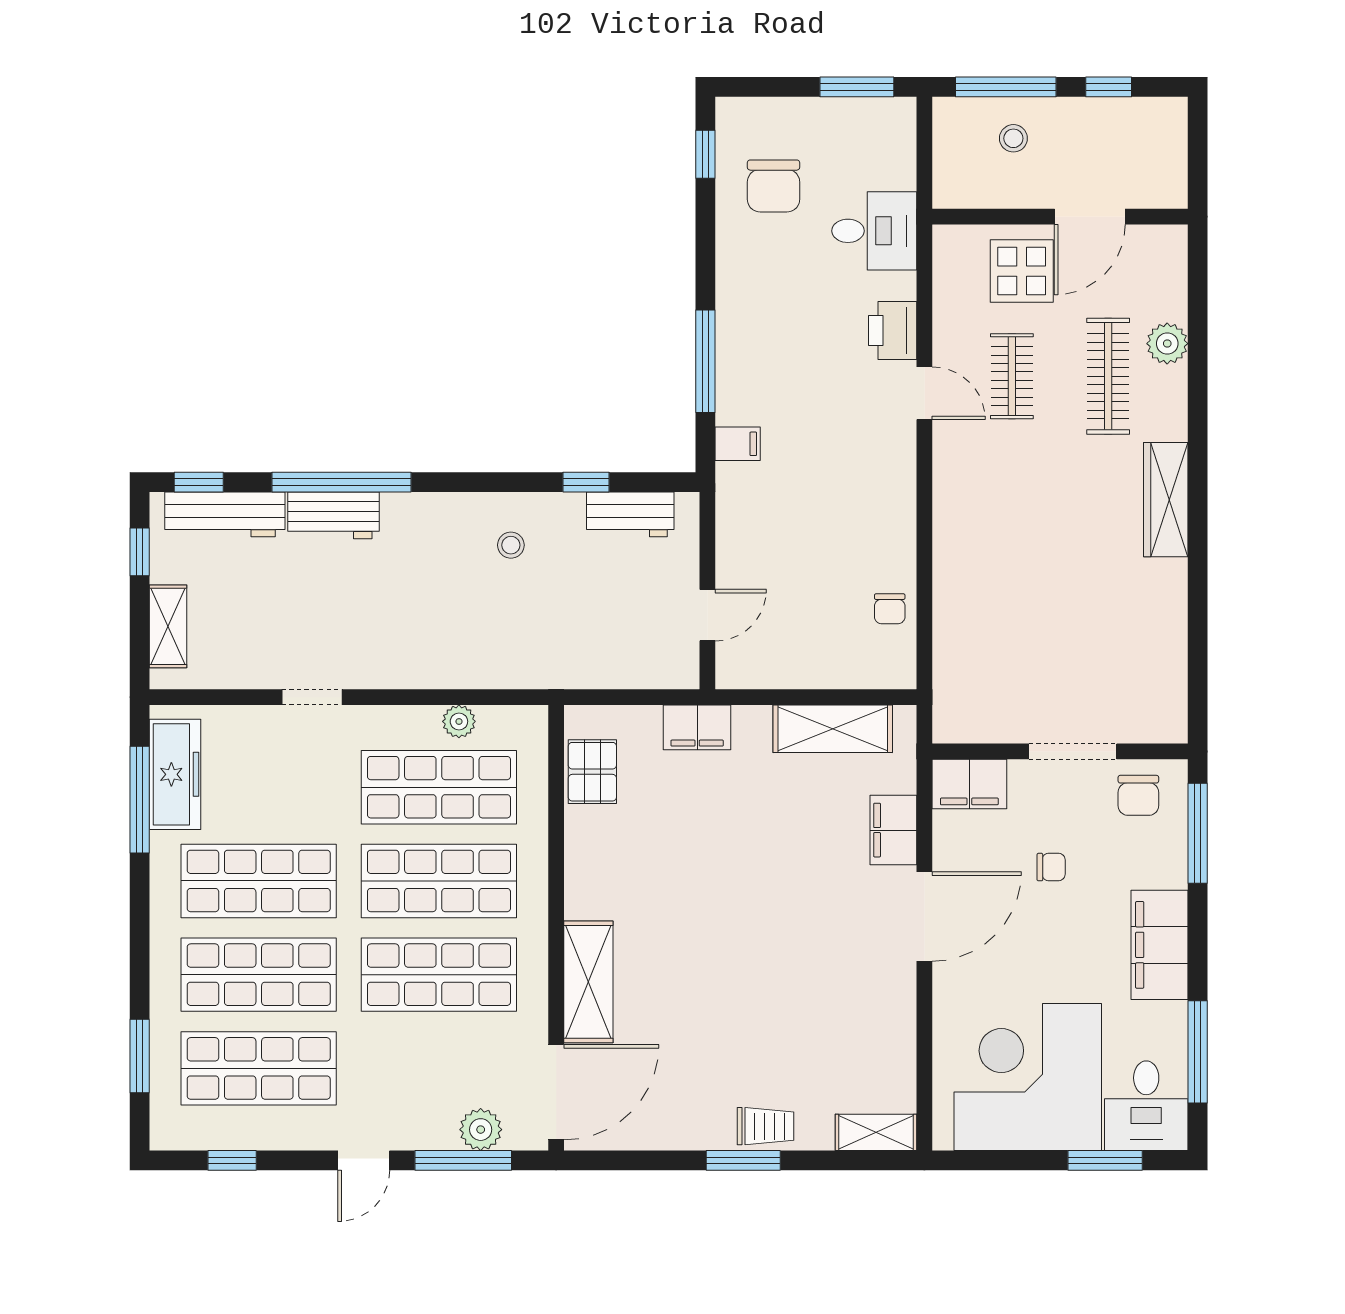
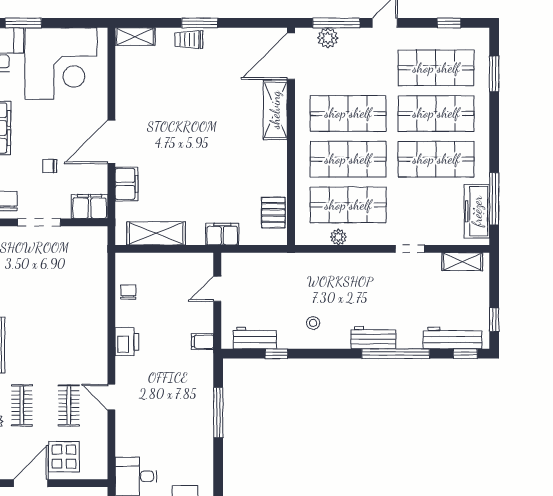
printer: (893, 331) -> (127, 342), moved
clothes rail: (1108, 376) -> (22, 405), width x0.73
filing cabinet: (738, 444) -> (203, 342), moved
workbench: (333, 515) -> (373, 337), moved
shelving: (168, 626) -> (462, 262), moved, turned 90

